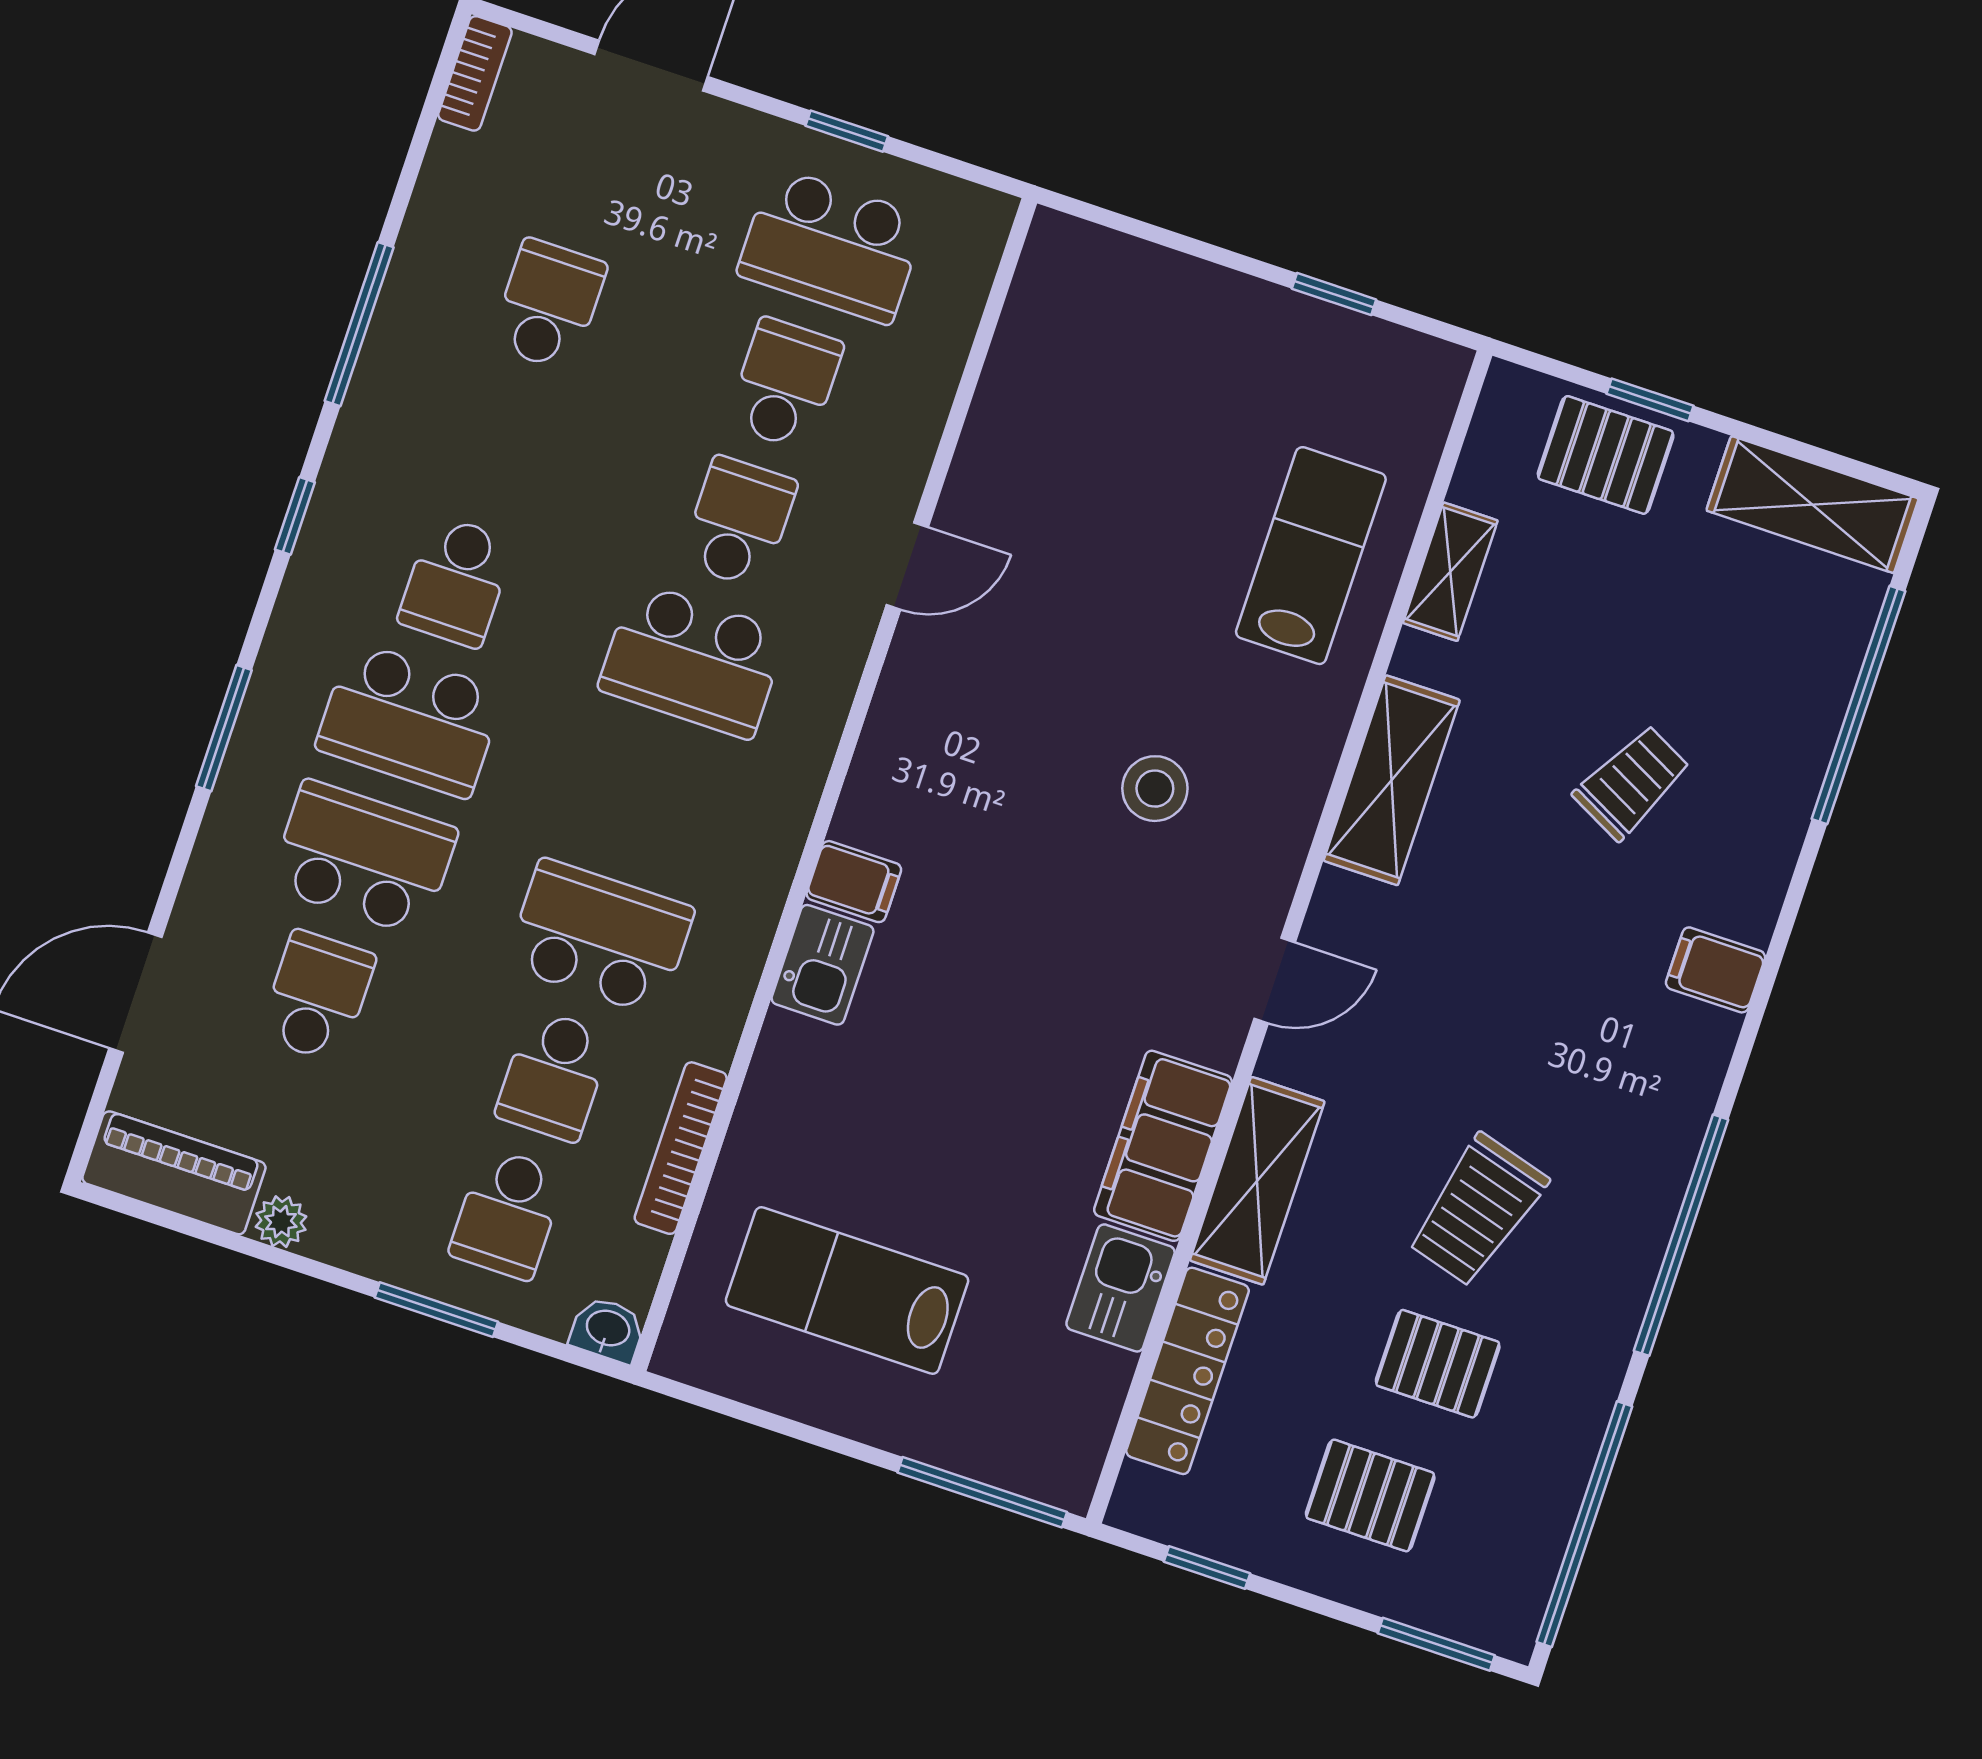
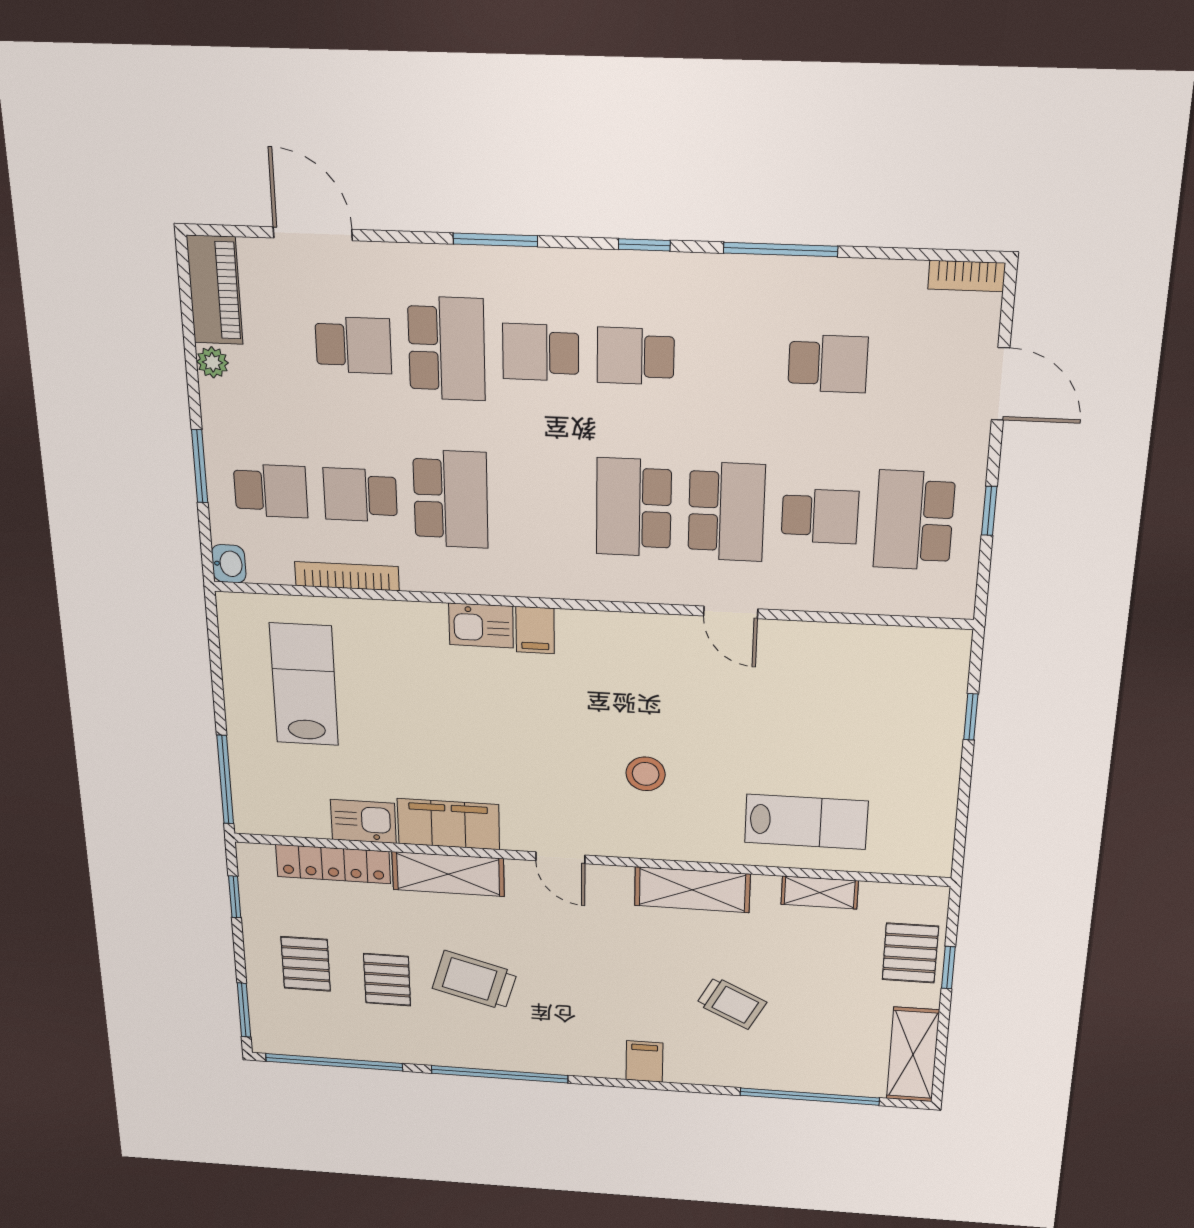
window: (1334, 294) -> (971, 717), moved
school desk: (739, 522) -> (726, 512), width x1.85
school desk: (410, 720) -> (541, 352), width x0.54
school desk: (507, 1214) -> (271, 491), turned 180

